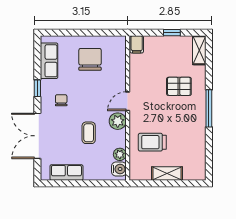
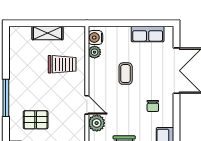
window: (37, 88) -> (176, 118), removed
door: (128, 101) -> (87, 105), hinge flipped
plant: (118, 121) -> (97, 123), moved

